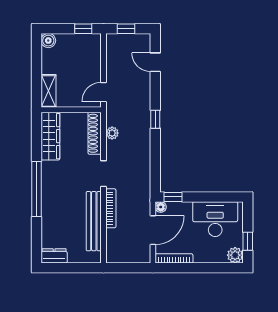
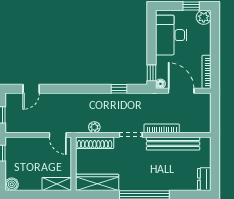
window: (155, 119) -> (119, 89), moved

